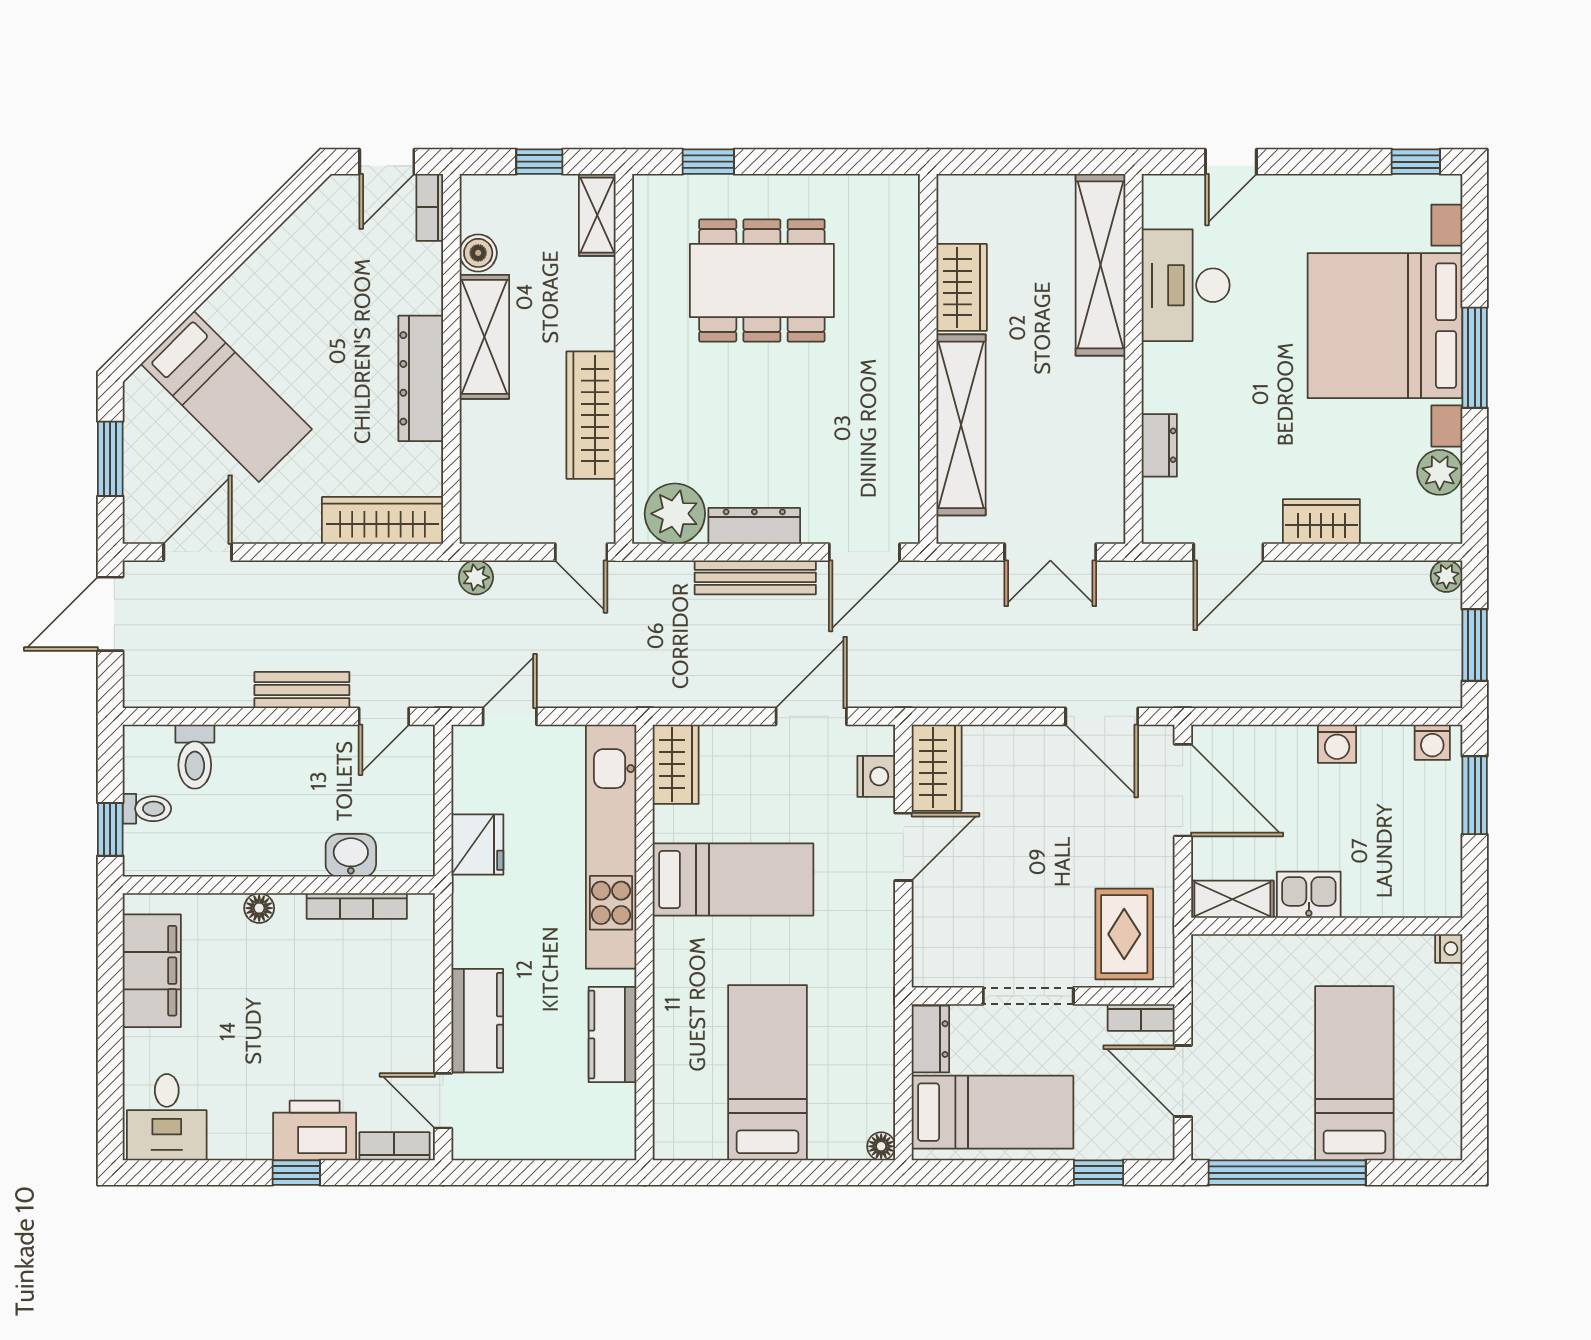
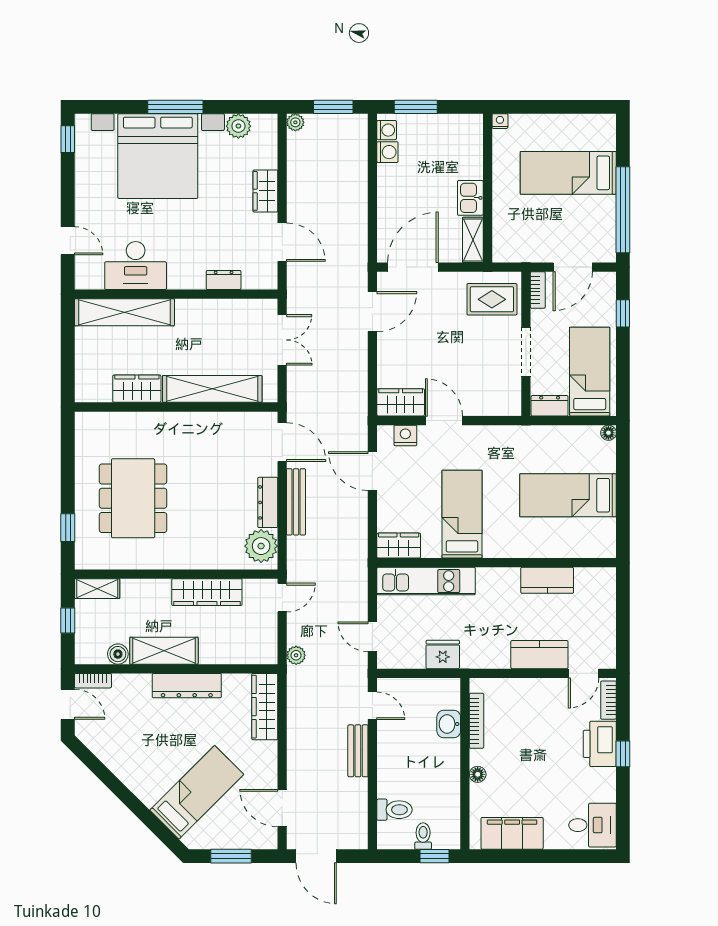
washing machine: (1337, 744) -> (387, 152), moved
kitchen unit: (611, 847) -> (426, 581), width x0.73

